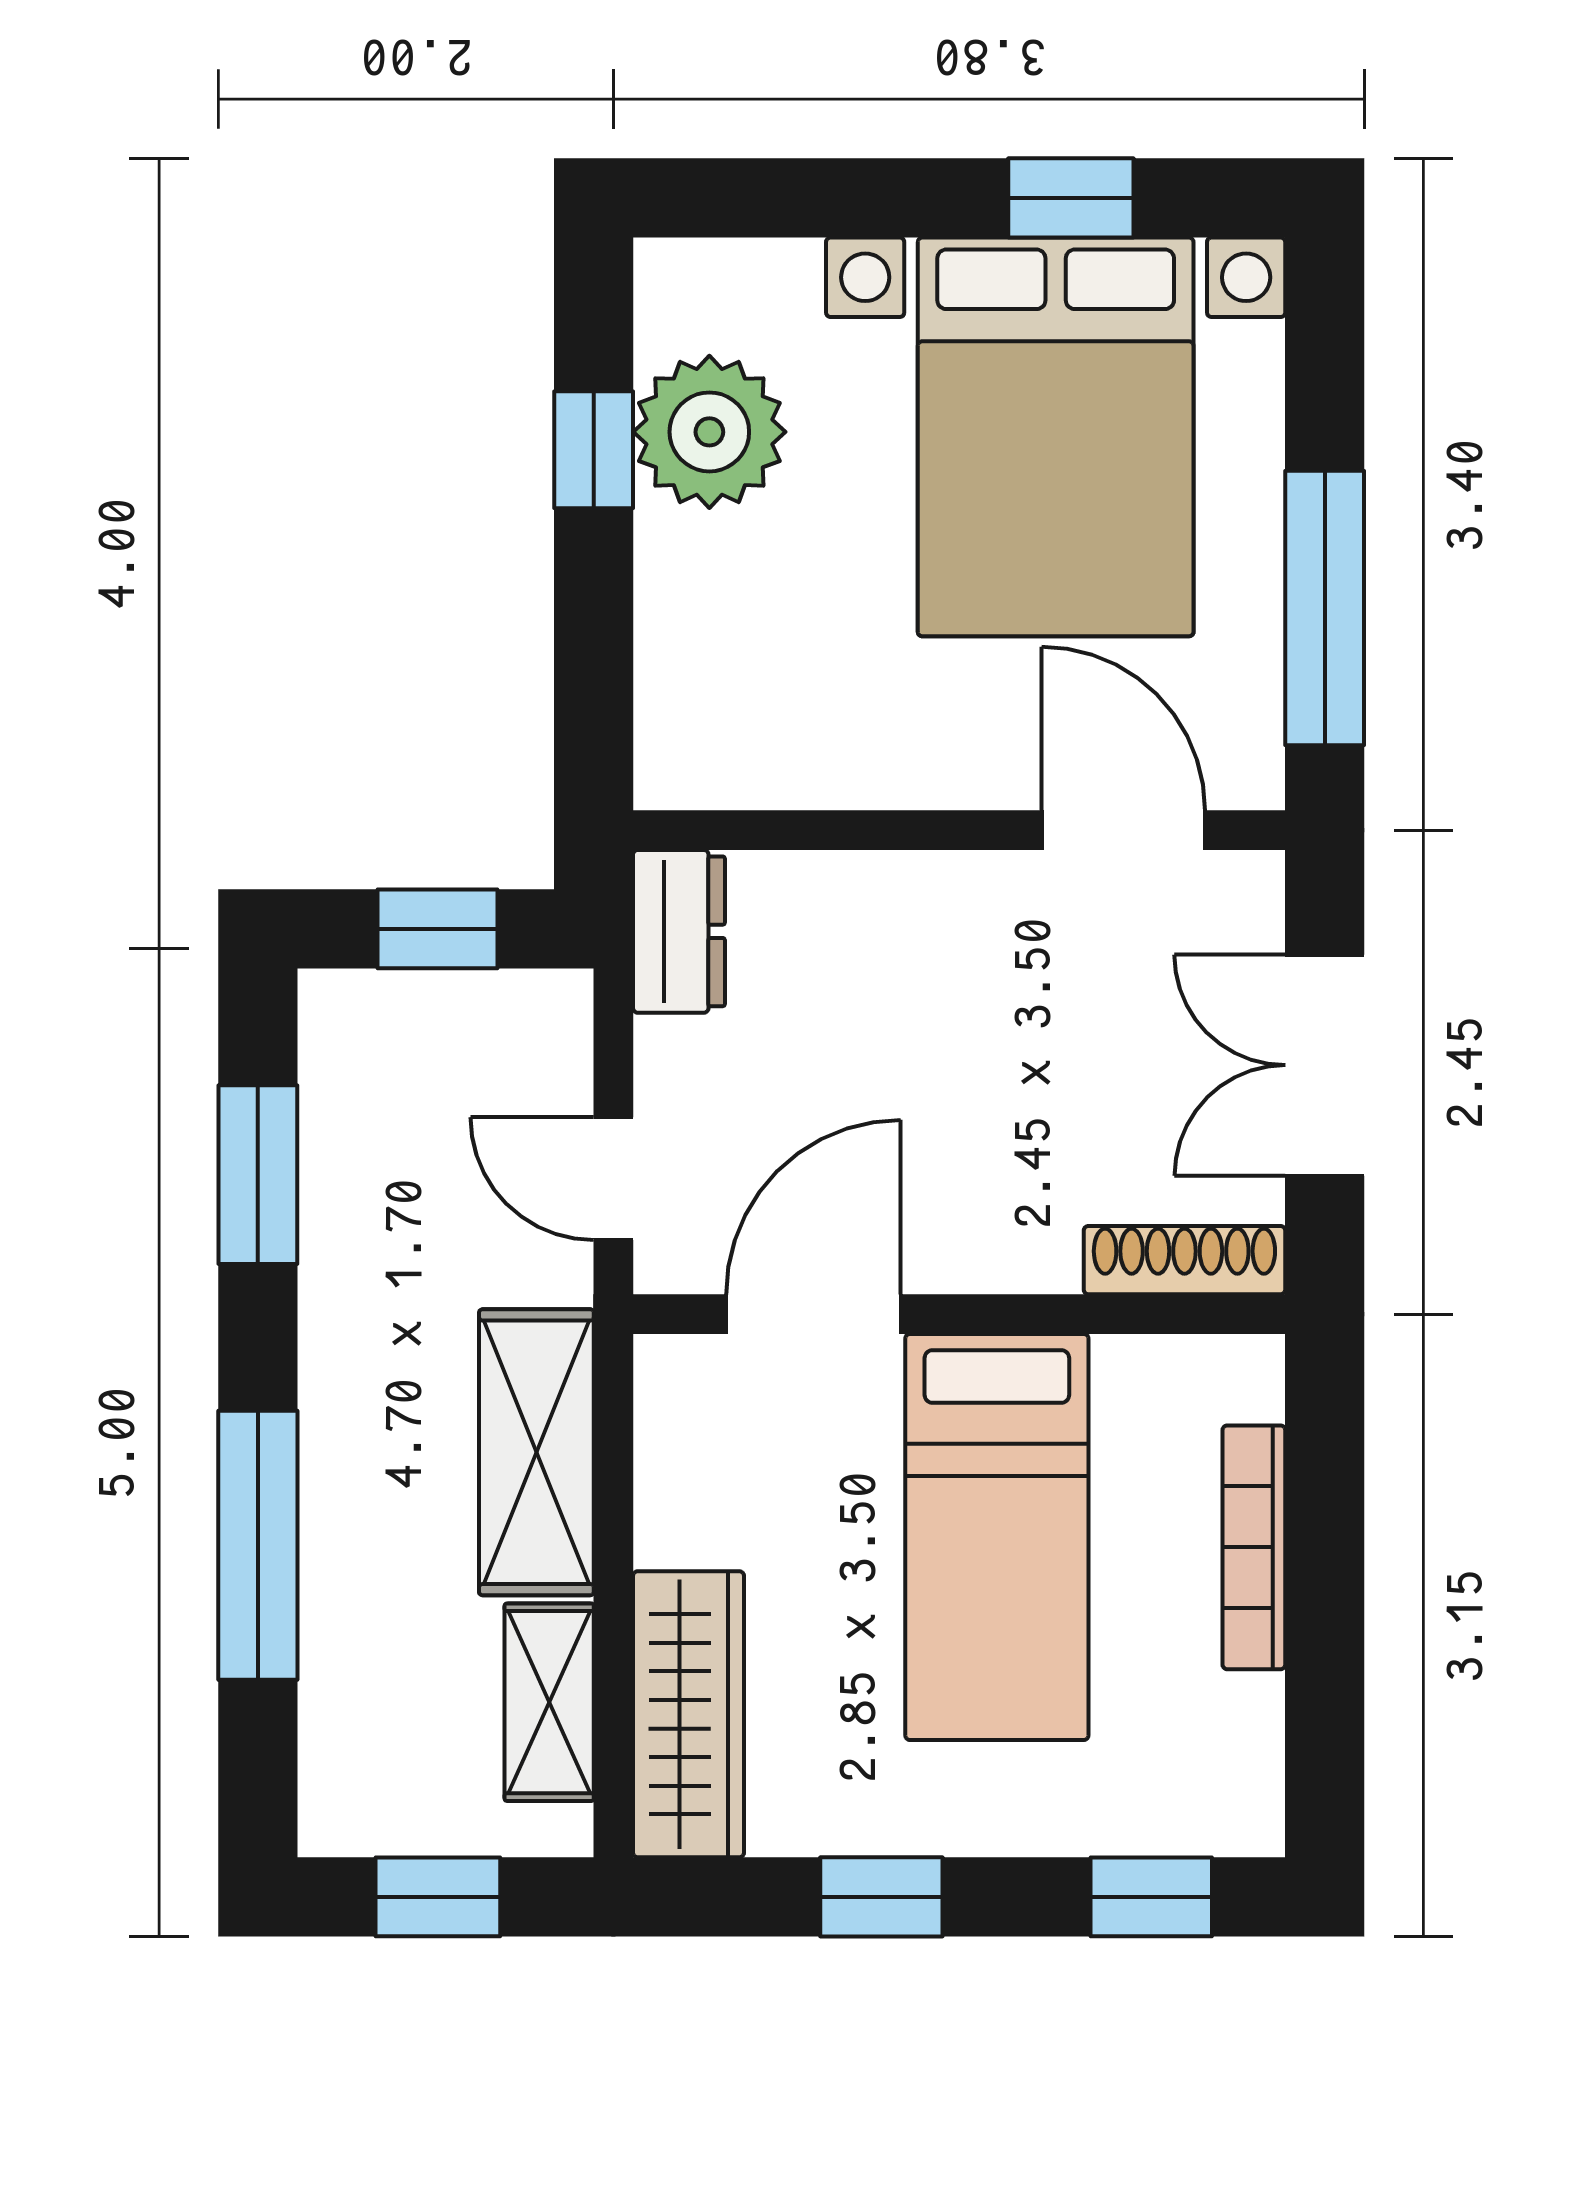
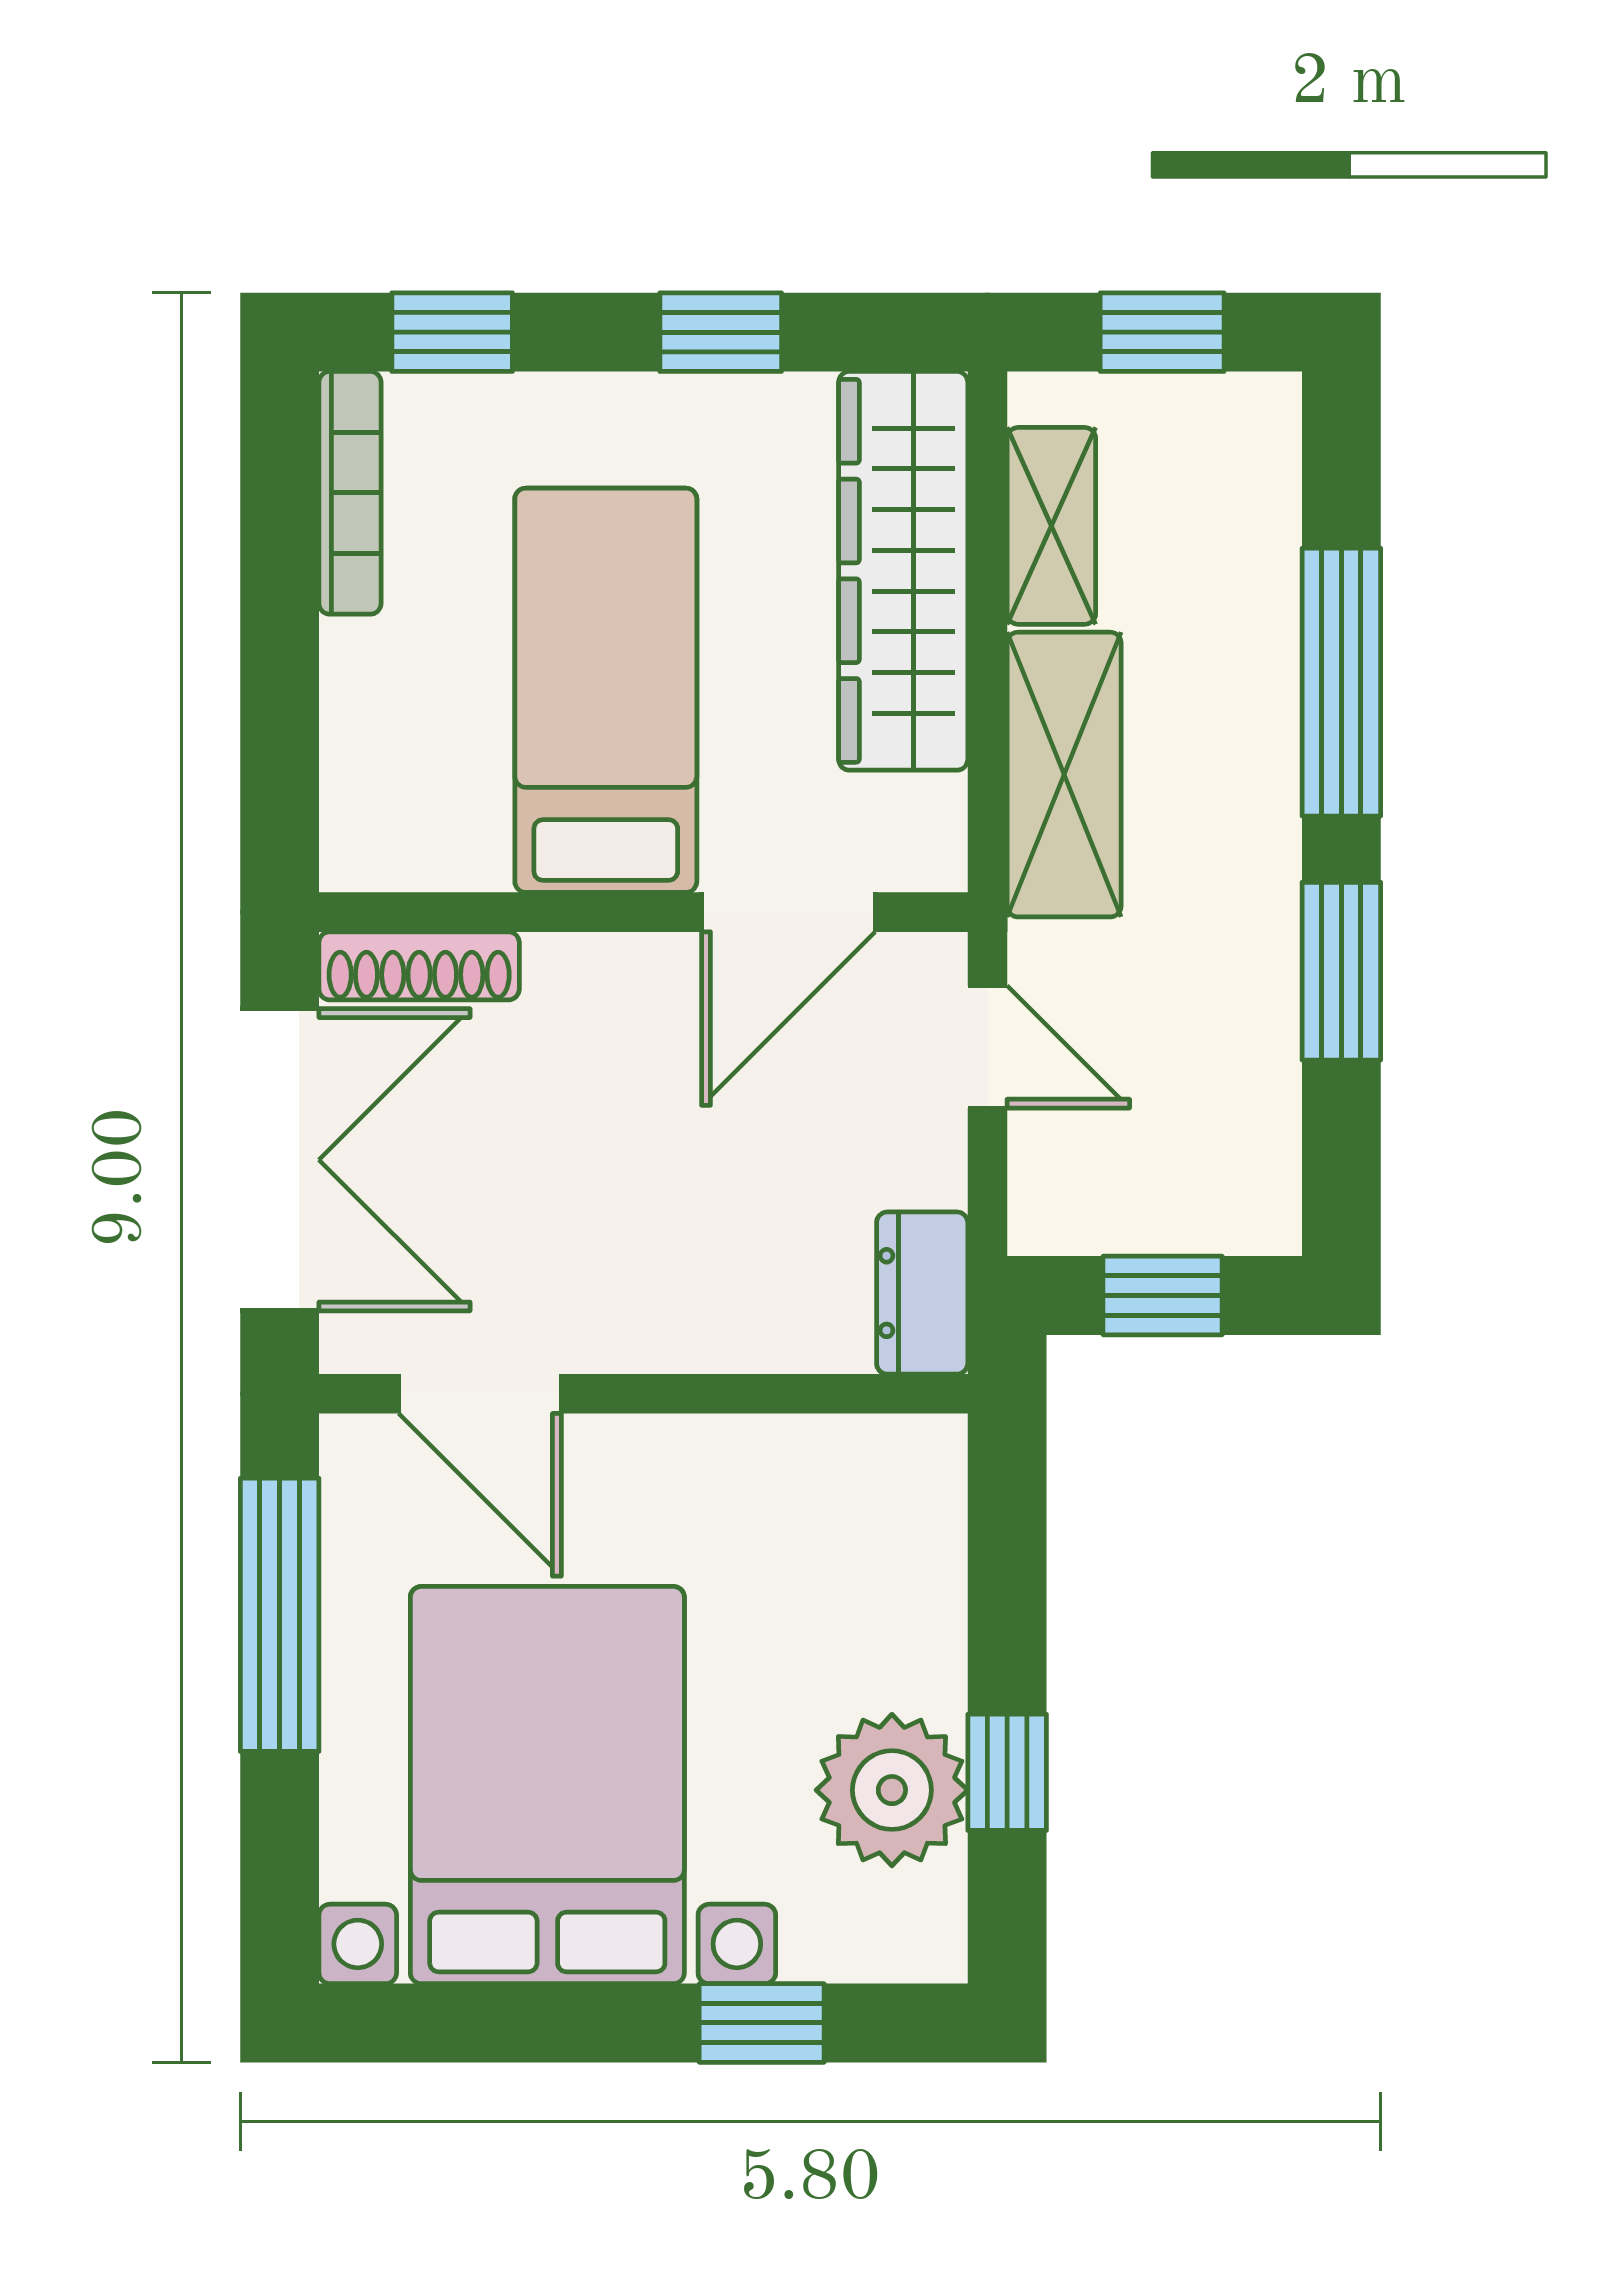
window: (1071, 198) -> (762, 2023), moved
double door: (1325, 1065) -> (280, 1160), width x1.37
window: (258, 1175) -> (1341, 971), moved
bookcase: (1254, 1547) -> (350, 493), moved
wardrobe: (689, 1714) -> (903, 571), width x1.40, depth x1.17

